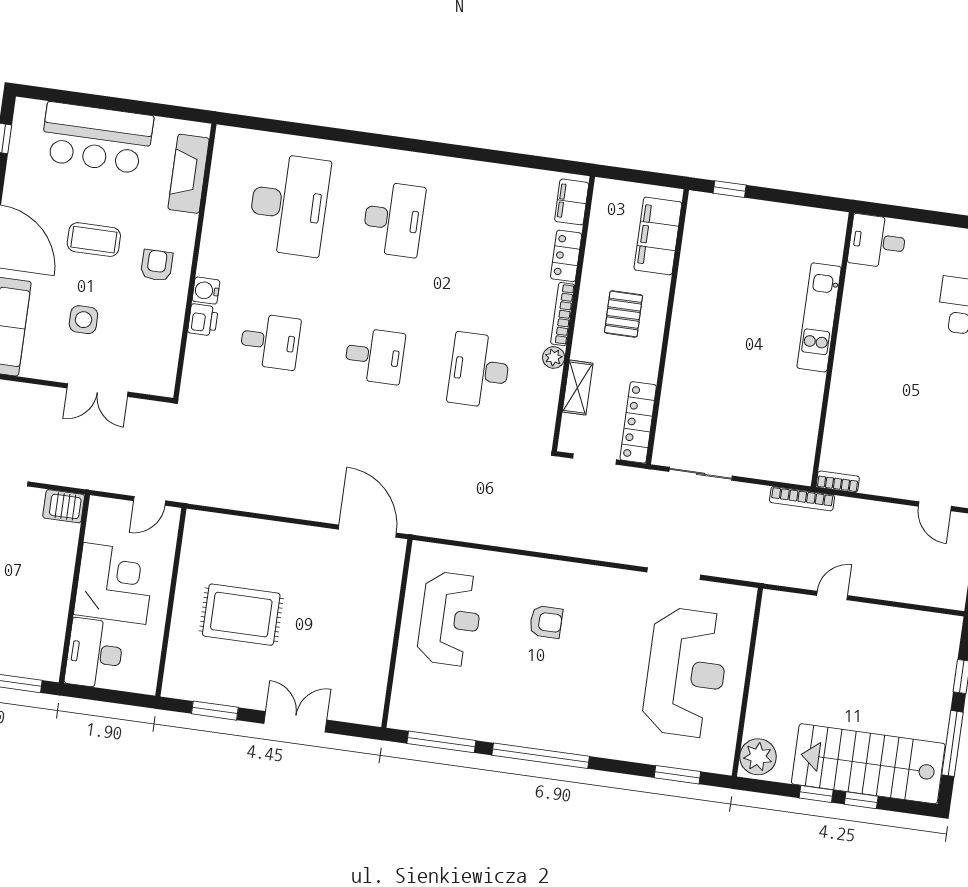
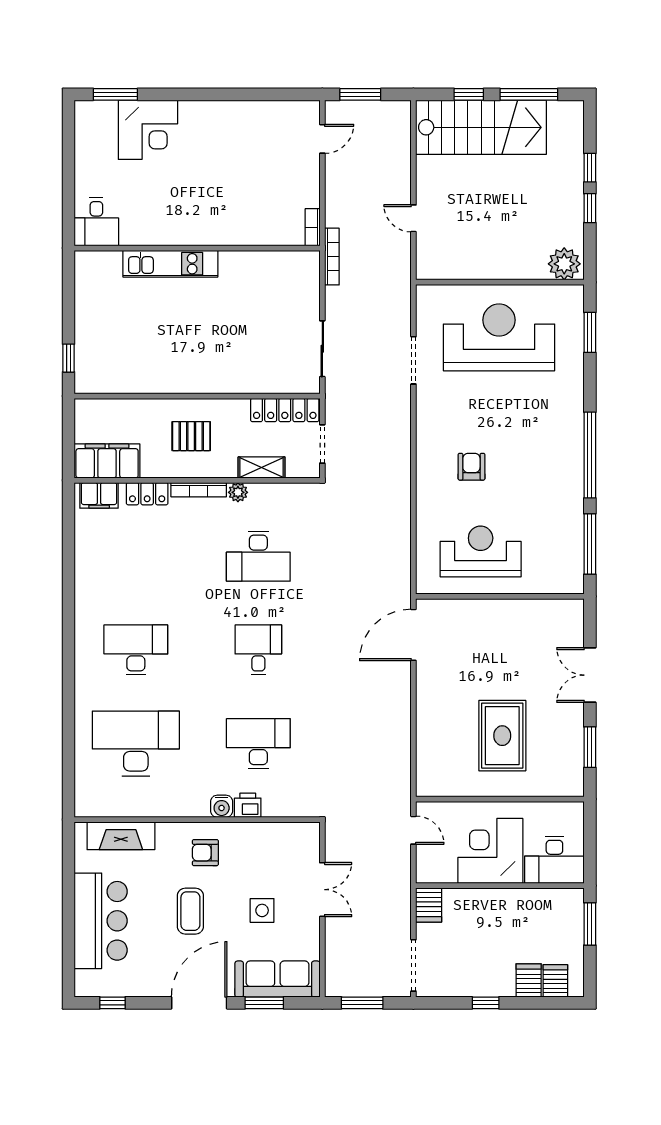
filing cabinet: (658, 236) -> (107, 461), moved, turned 180
desk: (270, 341) -> (258, 744), width x1.37
stairs: (868, 764) -> (481, 127), moved, turned -90

